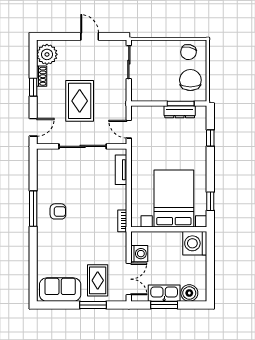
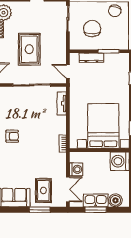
chair: (190, 80) -> (92, 29), moved
dresser: (180, 112) -> (91, 58), moved

